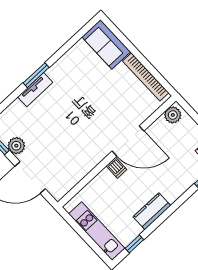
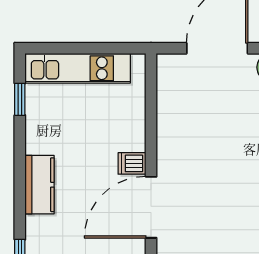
kitchen counter: (152, 211) -> (40, 185), moved

